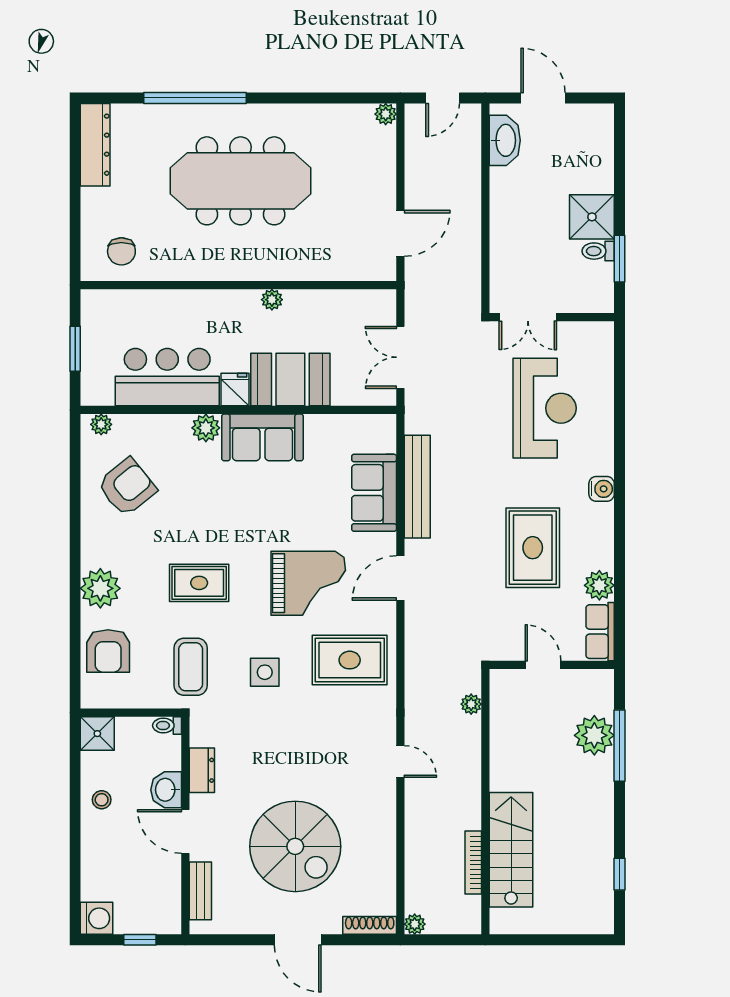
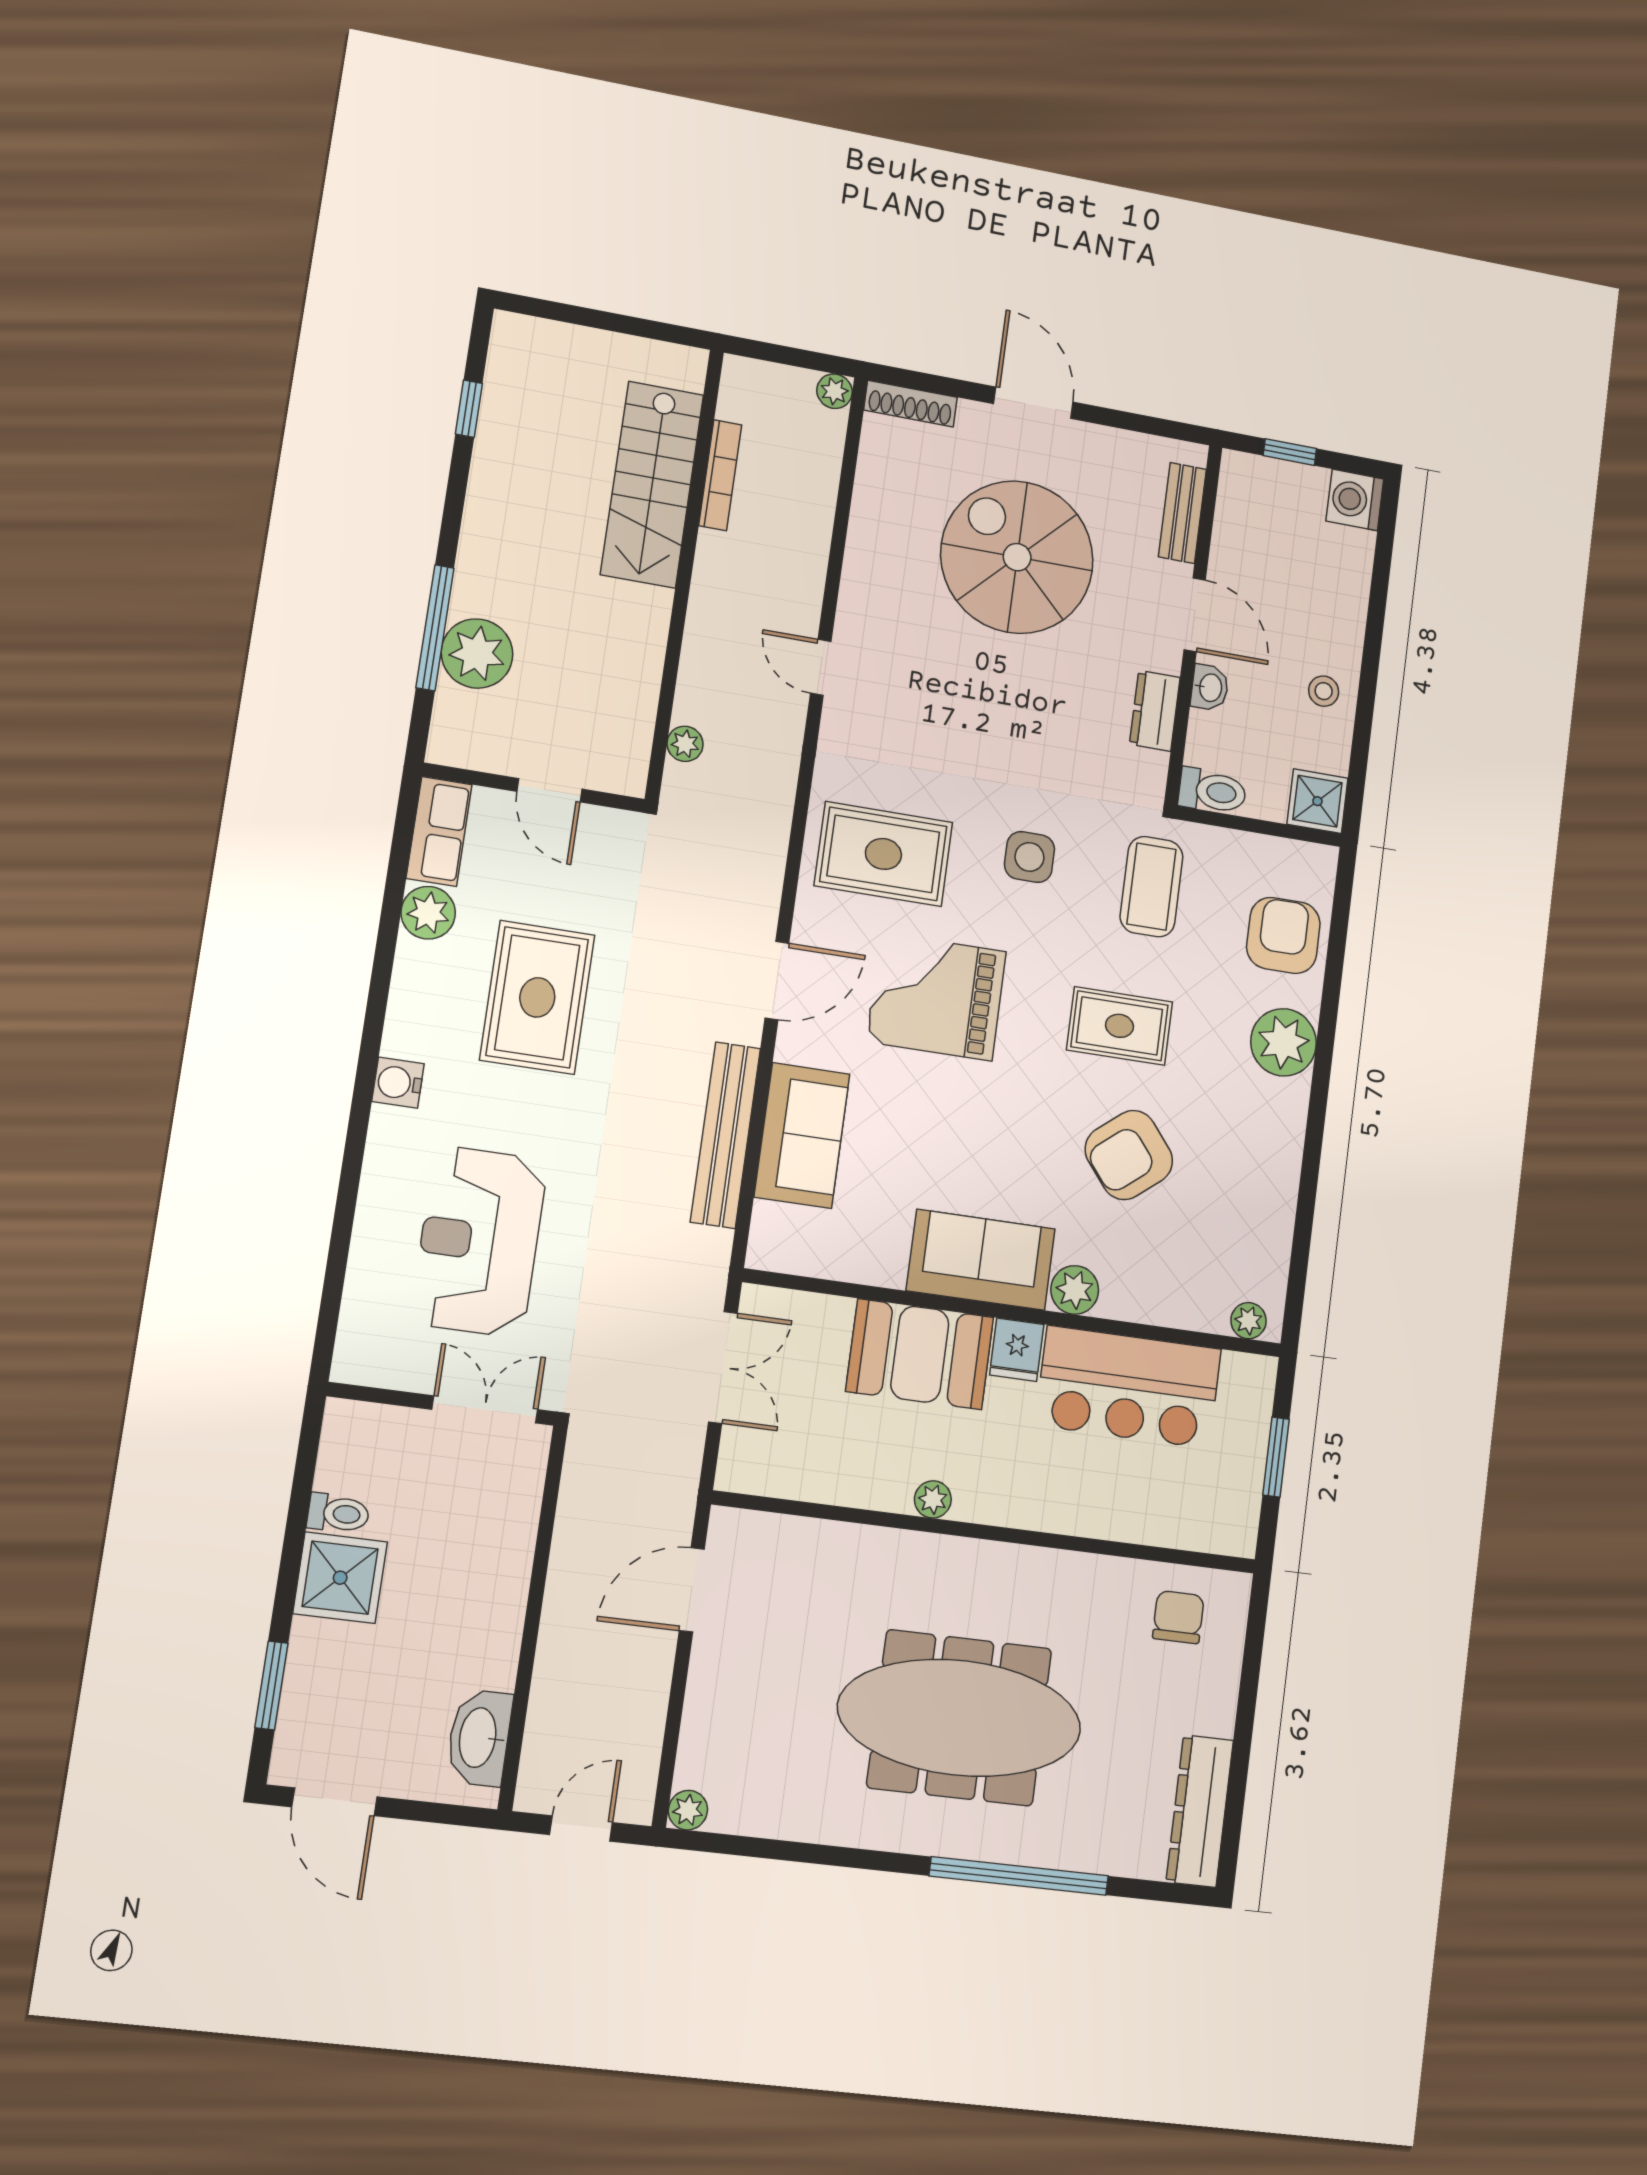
door: (543, 98) -> (334, 1802), moved
window: (620, 259) -> (271, 1685), moved
armchair: (127, 487) -> (1129, 1155), moved
toilet: (167, 725) -> (1212, 791), width x1.37, depth x1.39
washbasin: (166, 790) -> (1210, 688), width x0.72, depth x0.69

